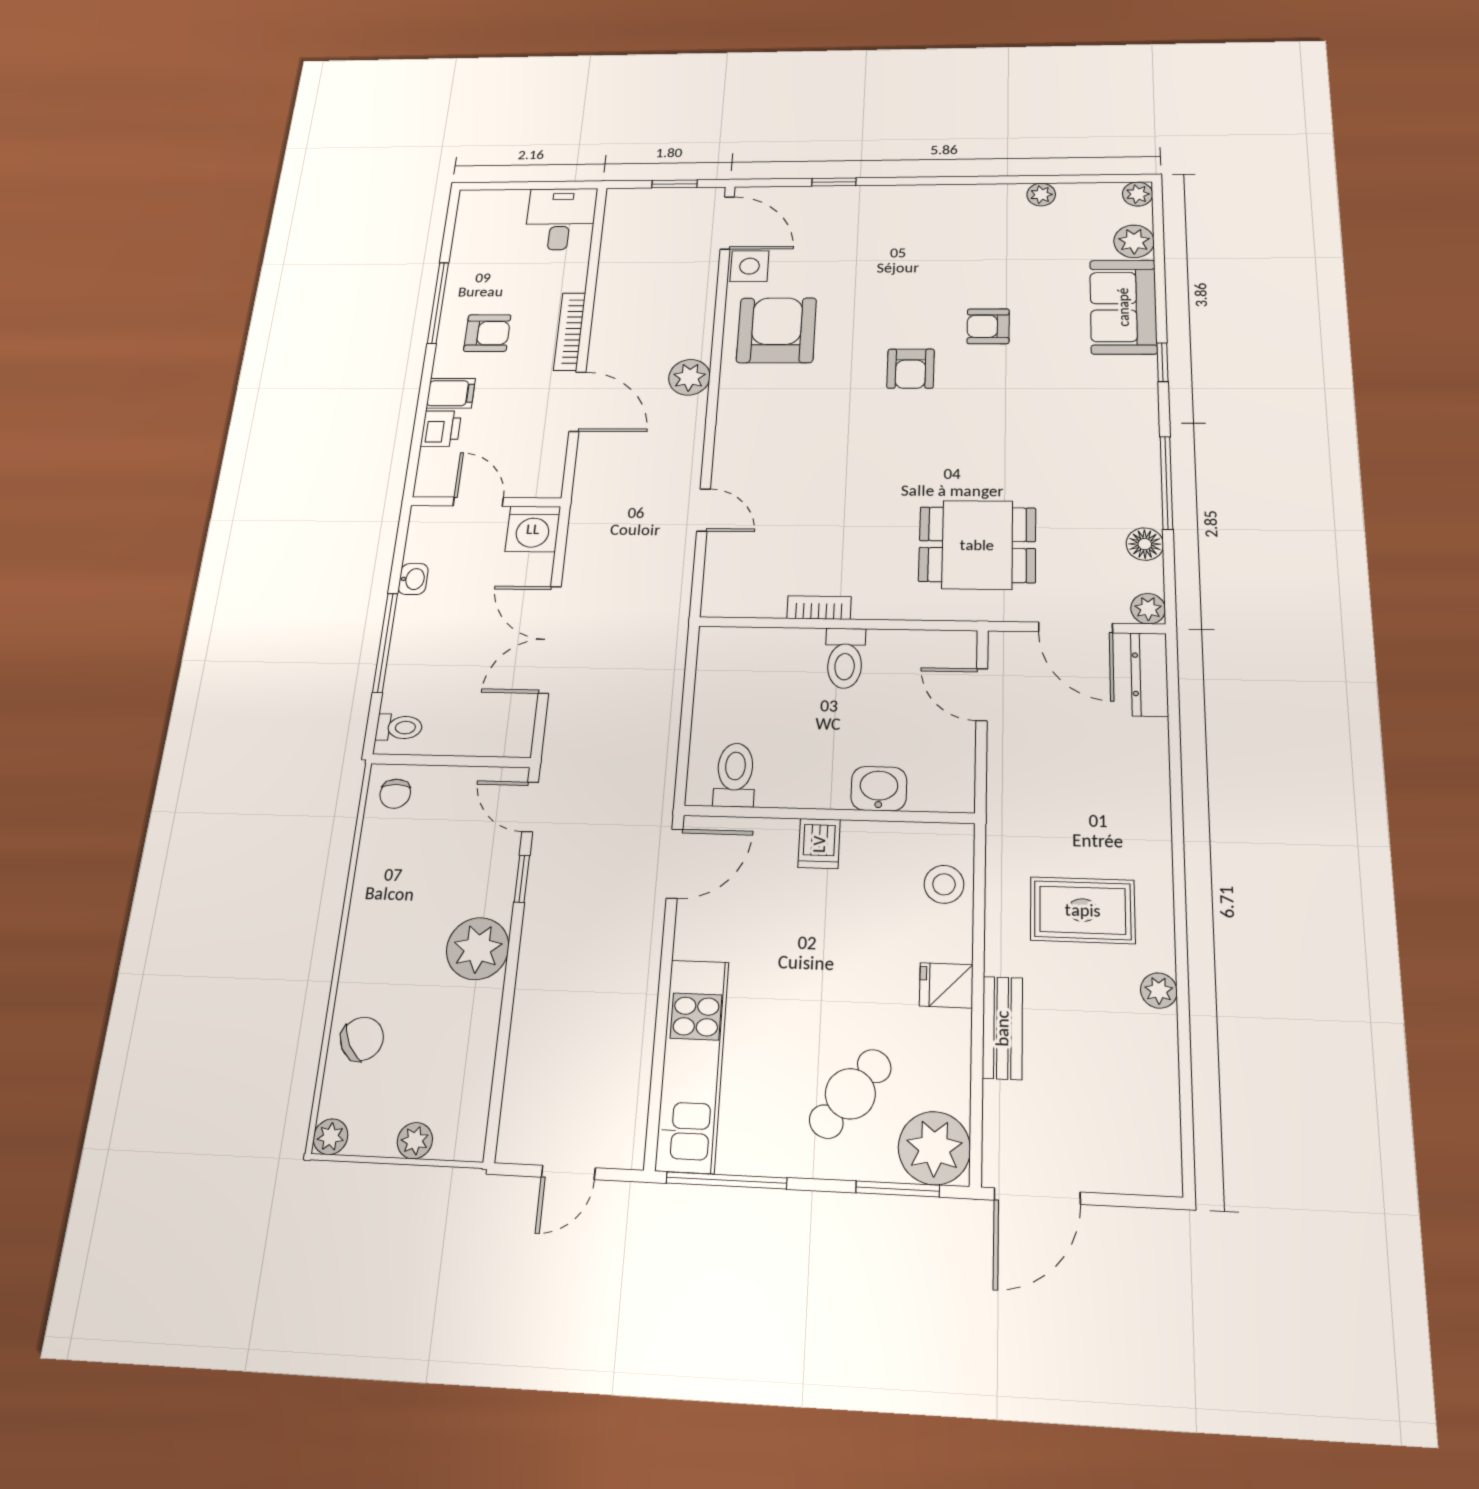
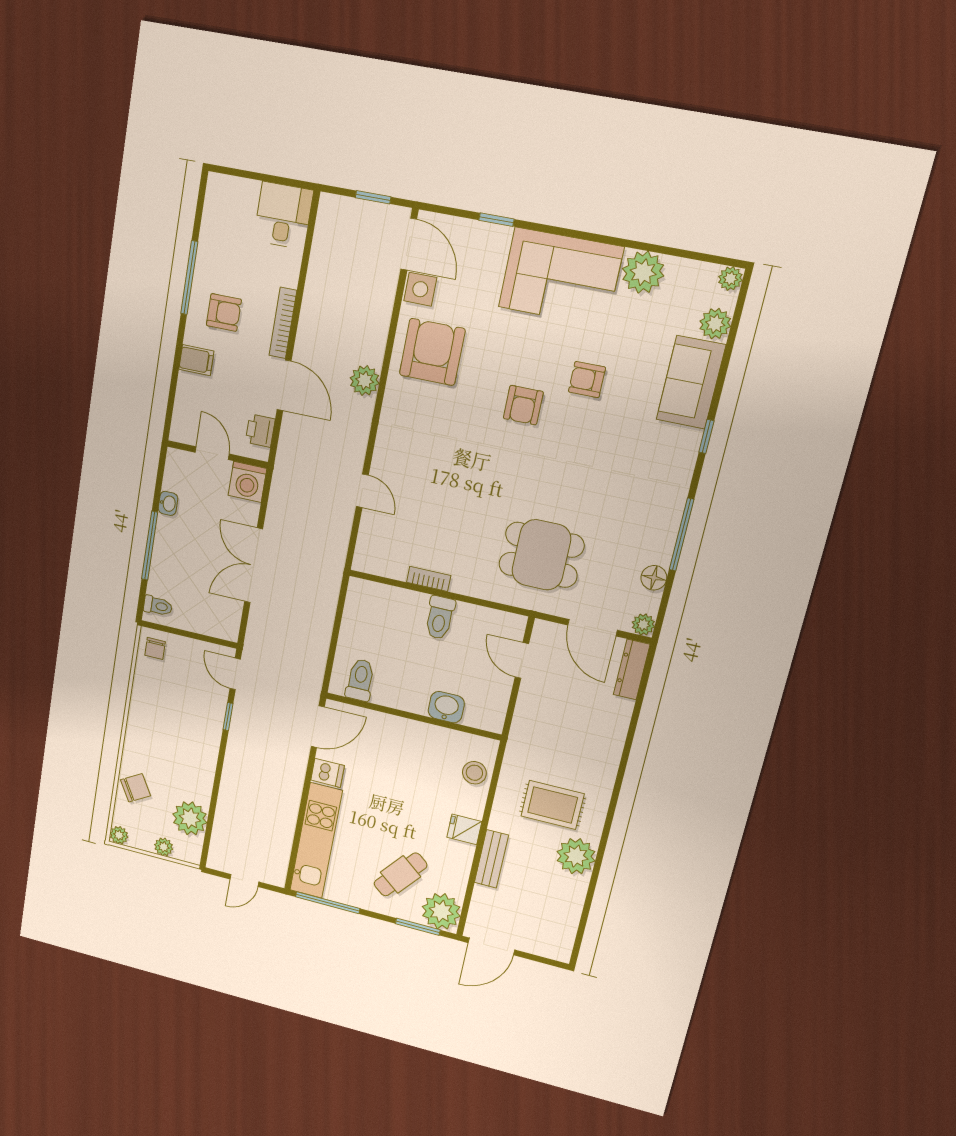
plant: (1041, 195) -> (643, 272), width x1.88, depth x1.88
corner sofa: (927, 226) -> (561, 277), added
printer: (441, 429) -> (260, 431), moved, turned 180
dishwasher: (819, 844) -> (328, 773), moved, turned -90
plant: (478, 949) -> (190, 818), moved
plant: (1159, 991) -> (576, 856), width x1.88, depth x1.88

